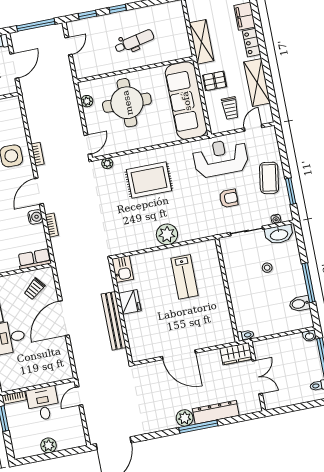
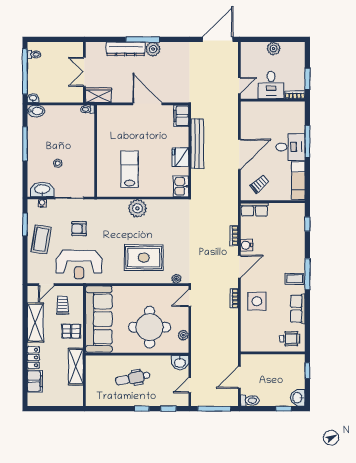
washbasin: (85, 69) -> (180, 363), added
bidet: (300, 304) -> (36, 111), moved
filing cabinet: (138, 349) -> (181, 116), added

